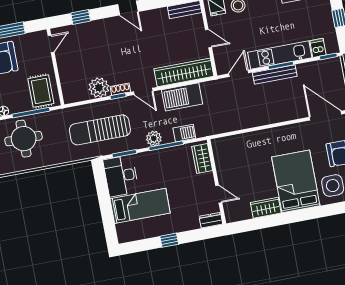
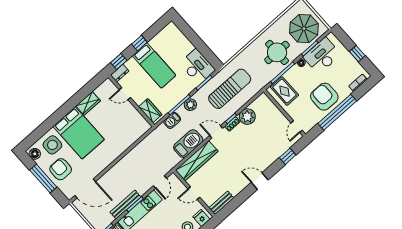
bench: (275, 74) -> (125, 205), moved
bed: (140, 206) -> (154, 65), moved, turned -90
window: (204, 234) -> (119, 61), added

